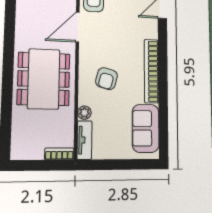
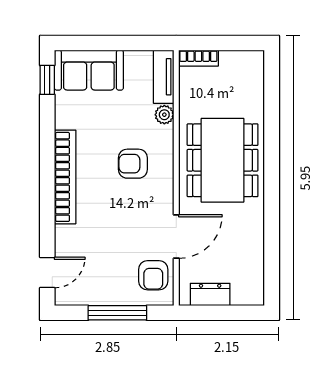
armchair: (107, 79) -> (133, 164), turned -105
sofa: (146, 128) -> (89, 70), moved, turned 90
window: (164, 138) -> (47, 80), added

